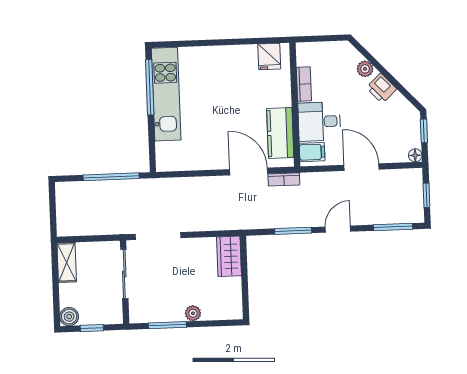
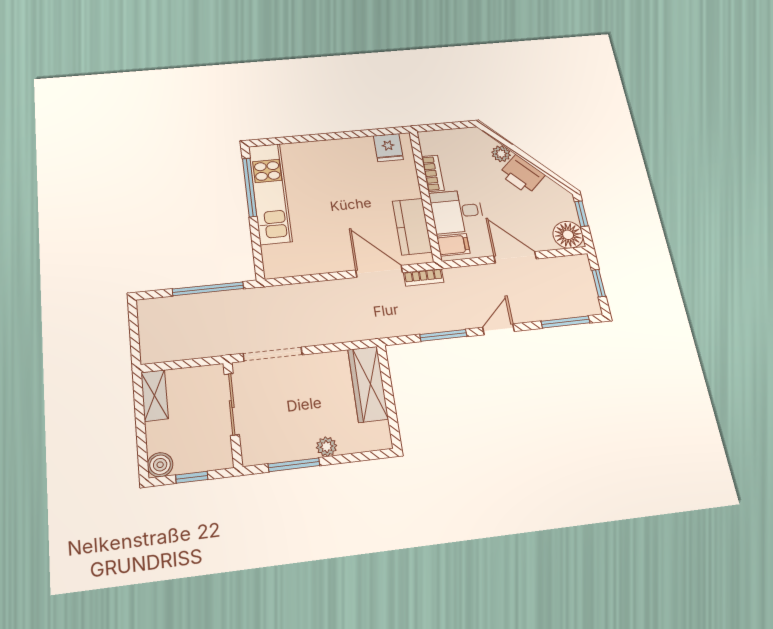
printer: (381, 88) -> (522, 174), width x1.36, depth x1.24
floor lamp: (415, 155) -> (568, 235), width x1.89, depth x1.89
wardrobe: (229, 256) -> (368, 384), width x1.50

